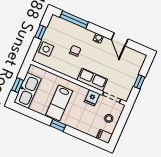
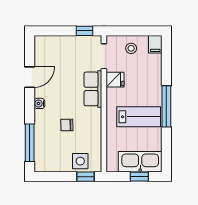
window: (41, 32) -> (86, 177), moved
window: (139, 82) -> (84, 31), moved
window: (58, 125) -> (166, 106), width x2.17

